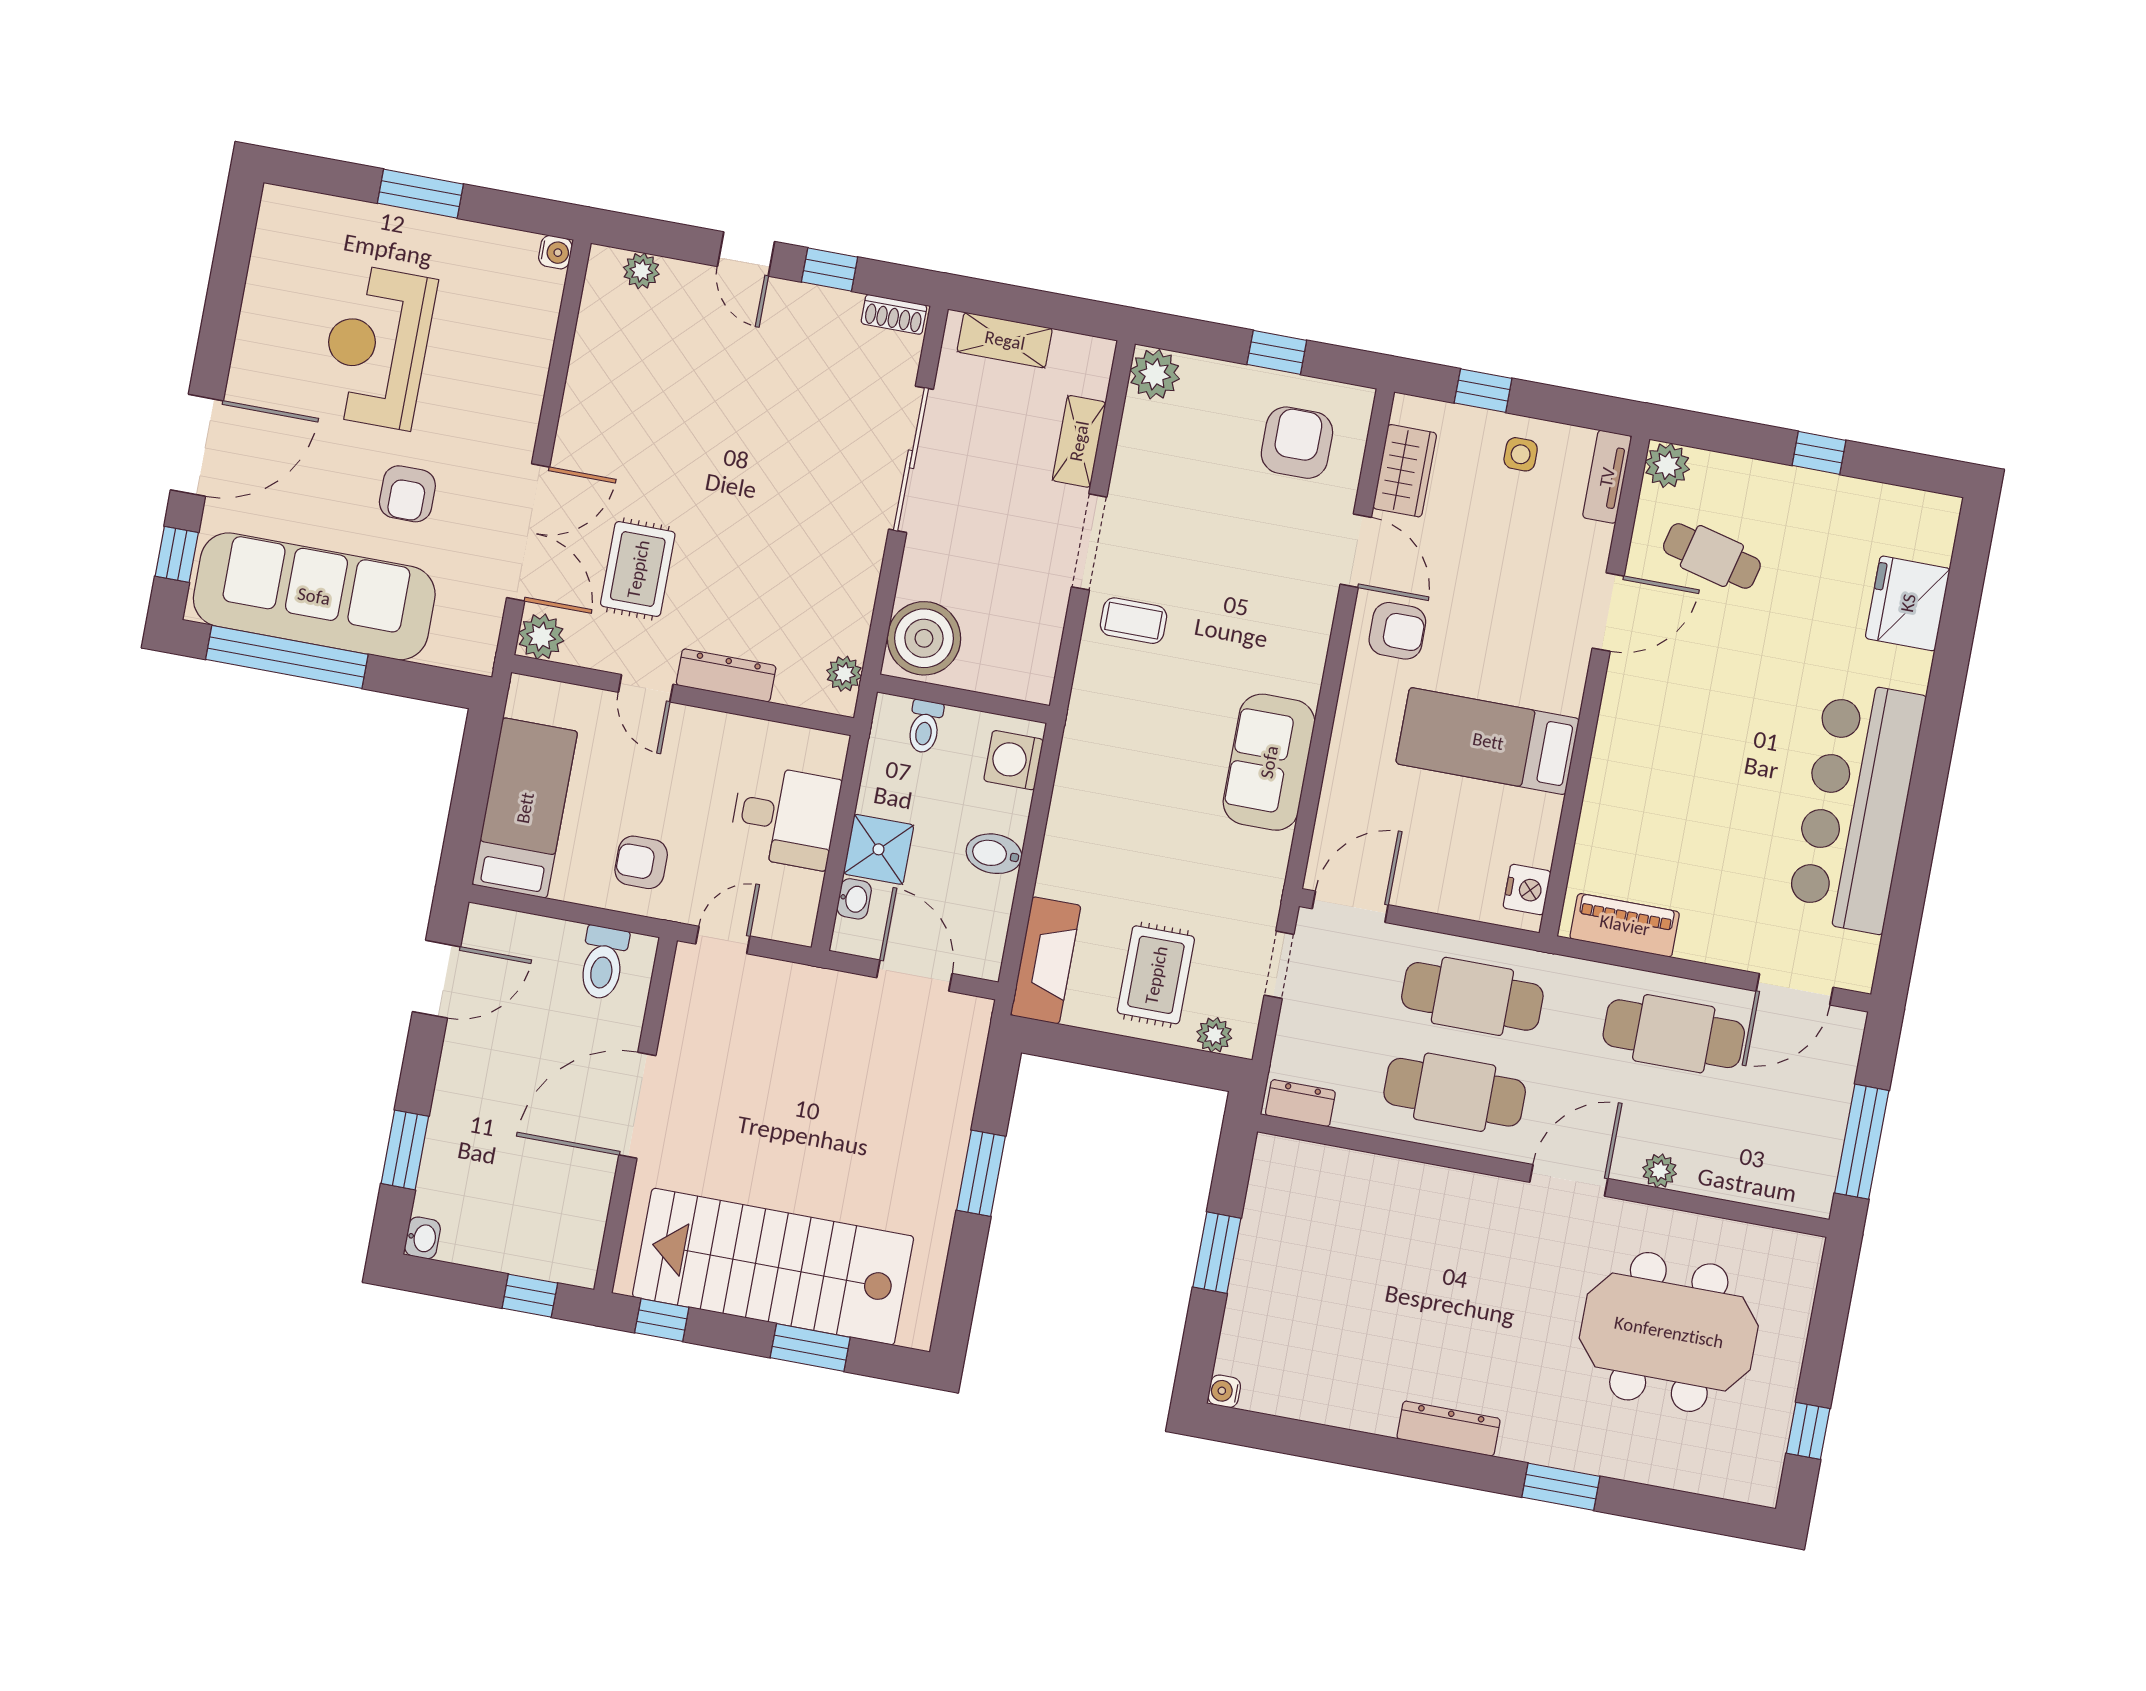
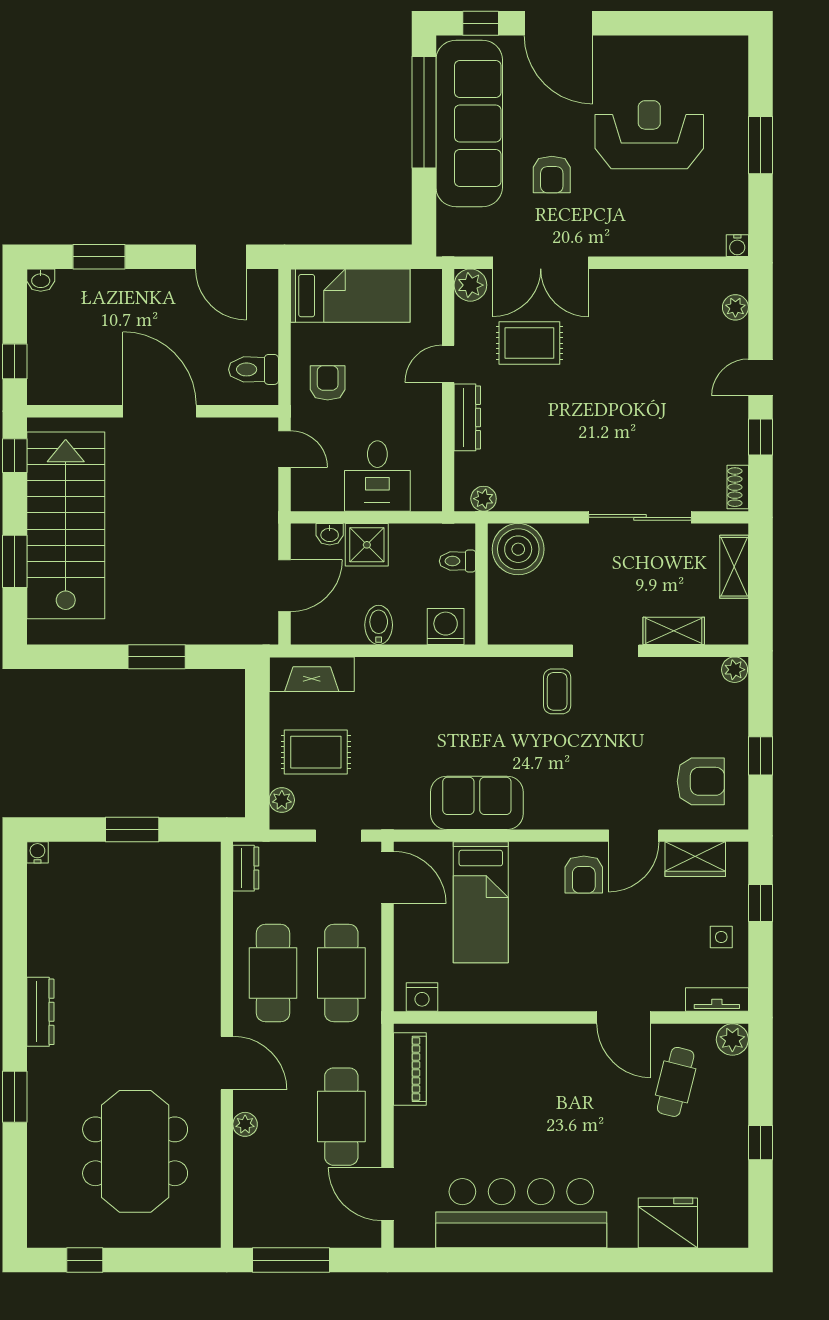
plant: (1155, 374) -> (735, 670), width x0.73, depth x0.73
armchair: (407, 494) -> (552, 175), turned -90
bed: (1488, 741) -> (481, 902), moved, turned 180

